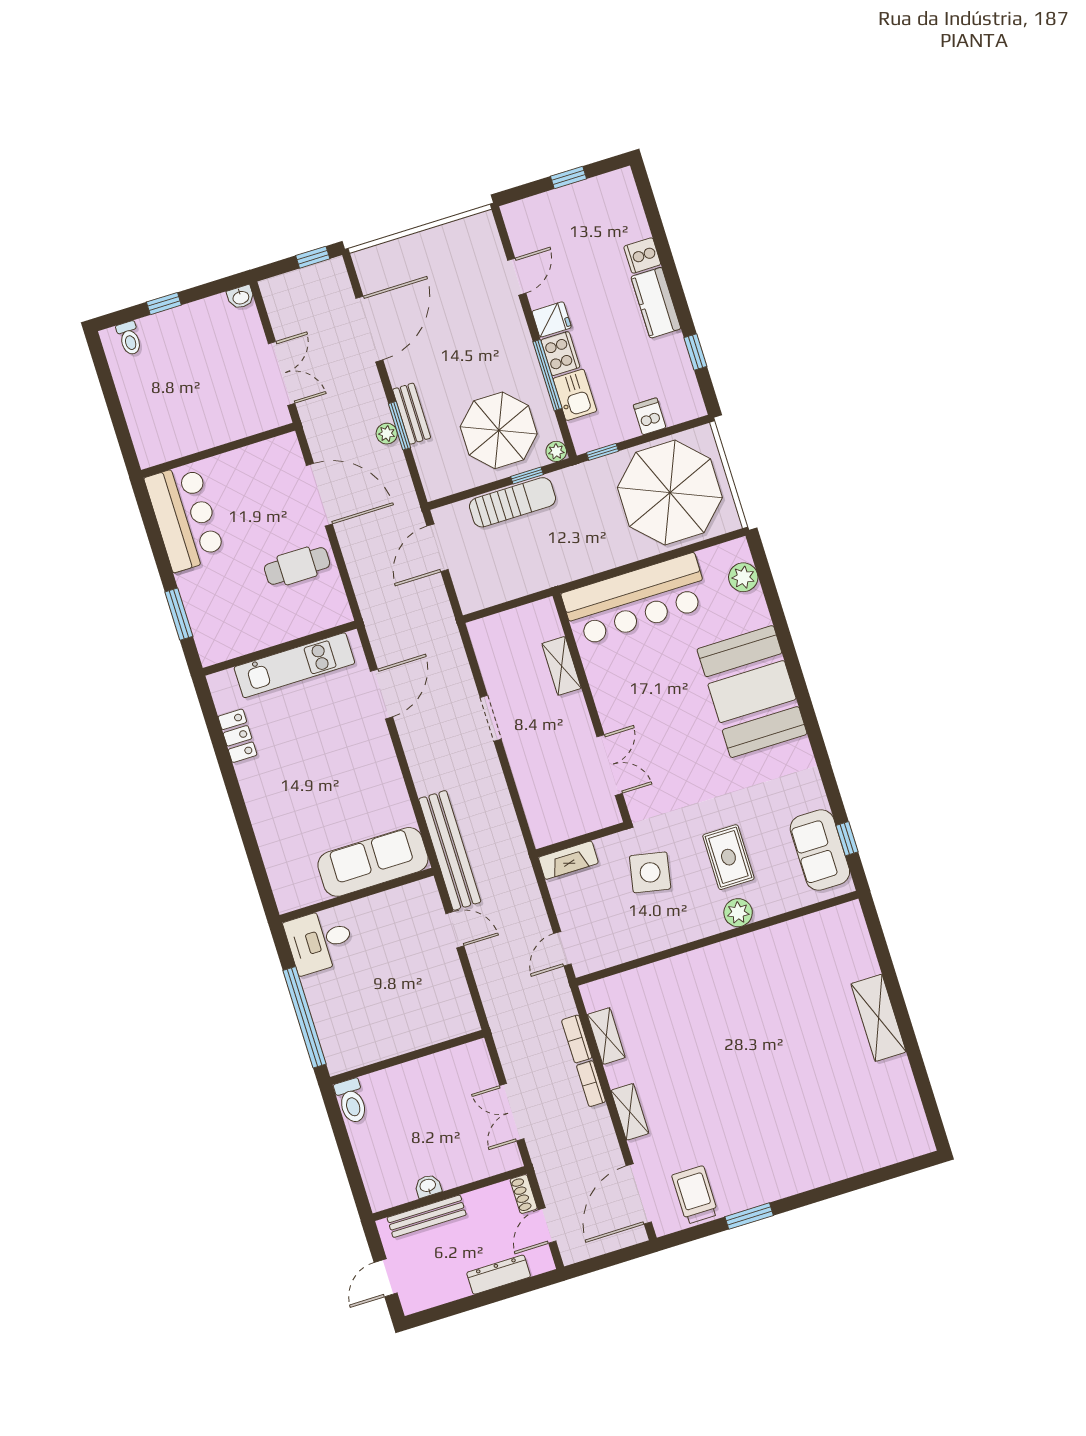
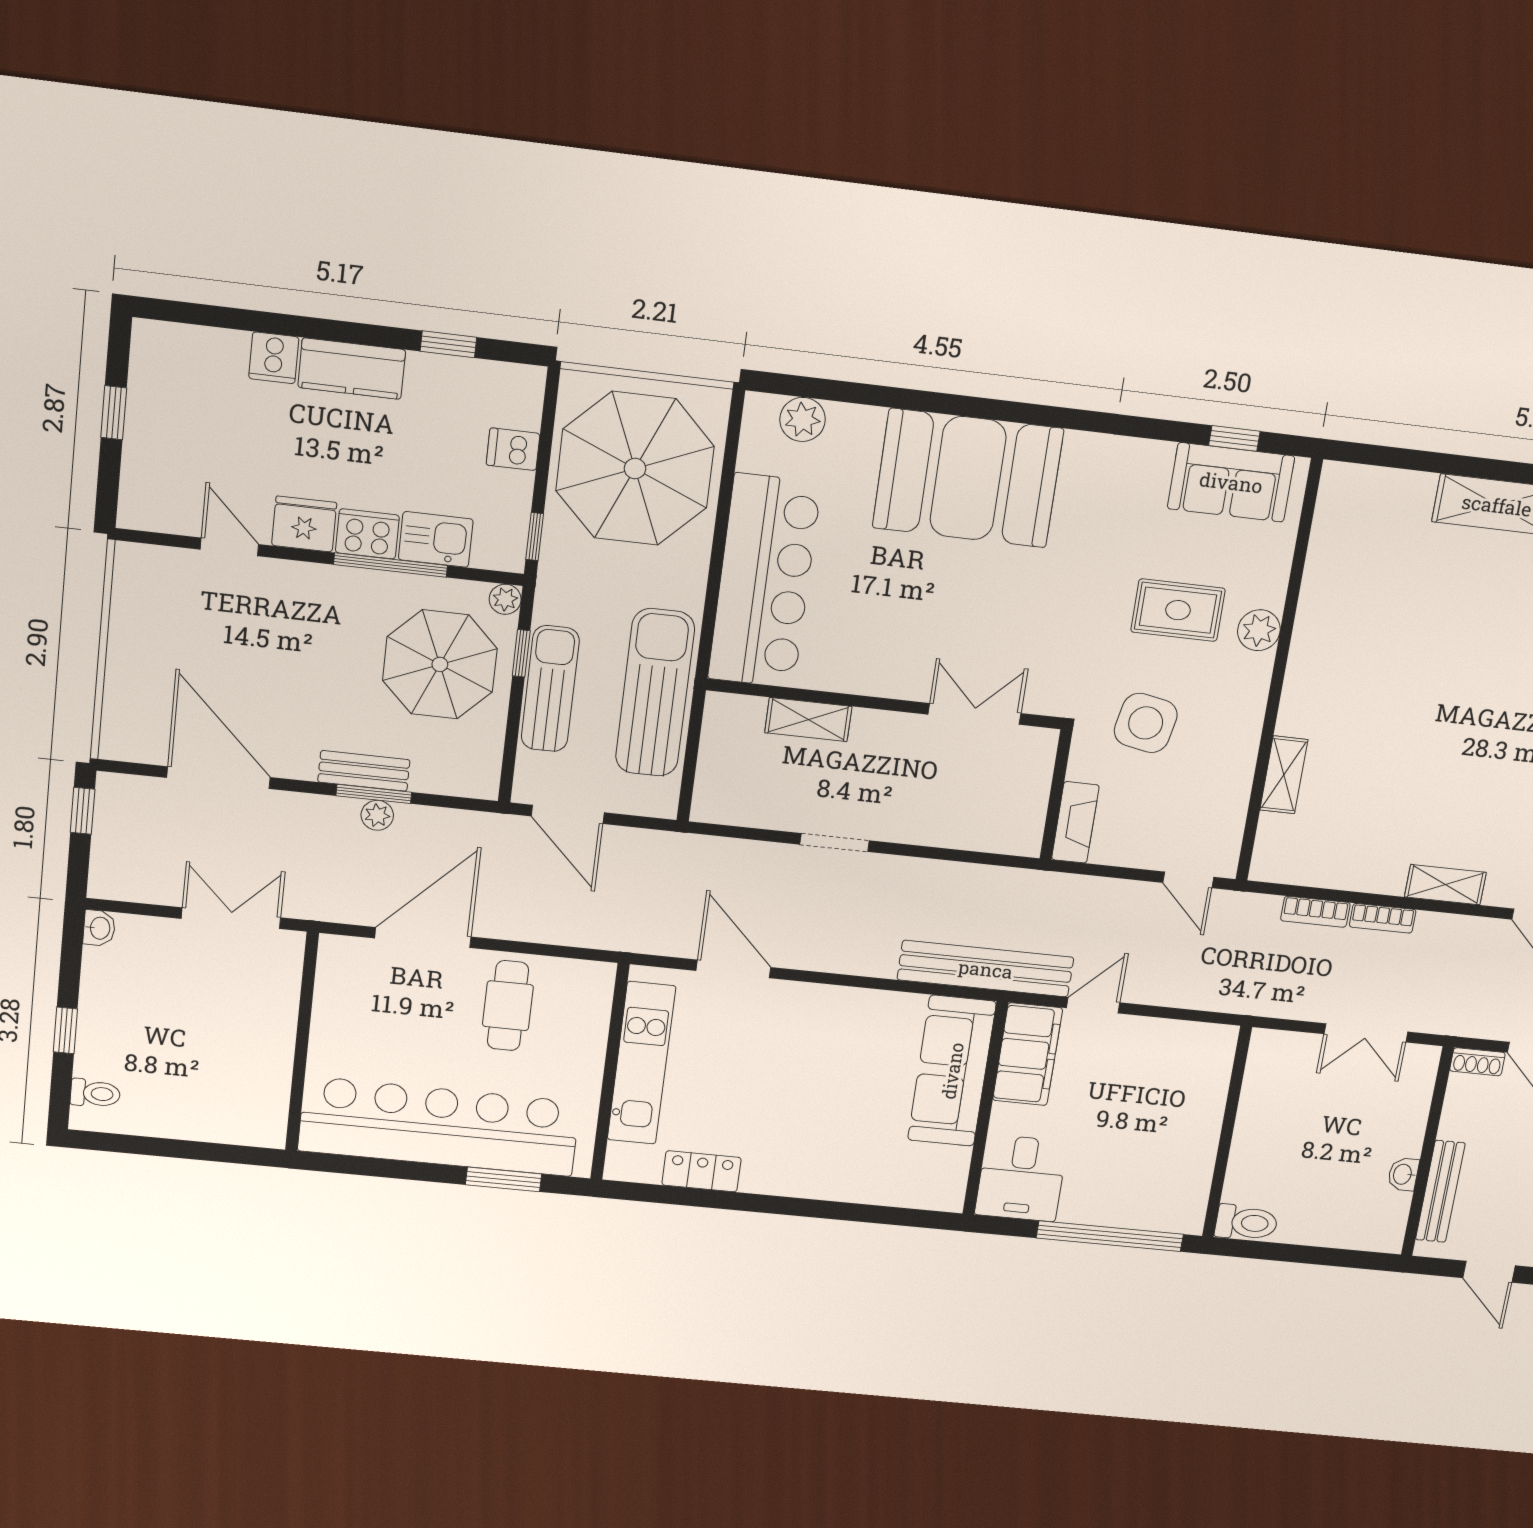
fridge: (552, 319) -> (304, 524), width x1.38
bar counter: (185, 517) -> (439, 1126), width x1.86
sun lounger: (538, 566) -> (655, 693), added
filing cabinet: (405, 904) -> (1028, 1054), added
shelving: (606, 1036) -> (1284, 775), moved, turned 90

